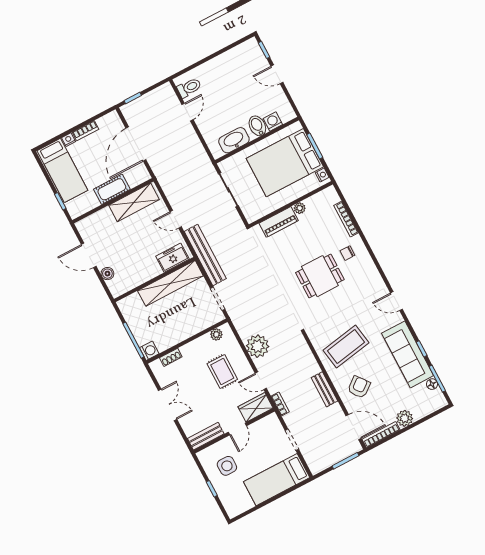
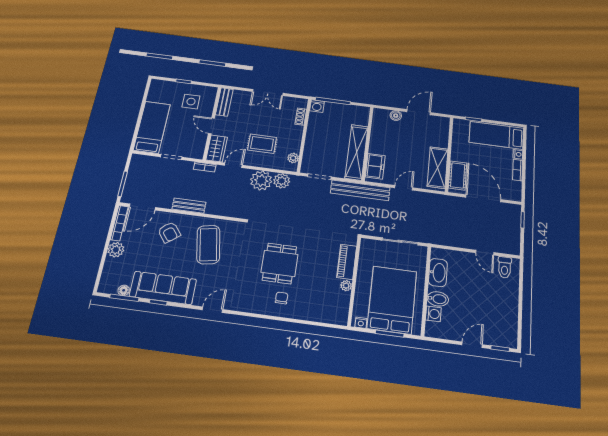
cot: (112, 189) -> (458, 176), moved
bookcase: (346, 219) -> (310, 316), removed
plant: (245, 328) -> (282, 181), added

